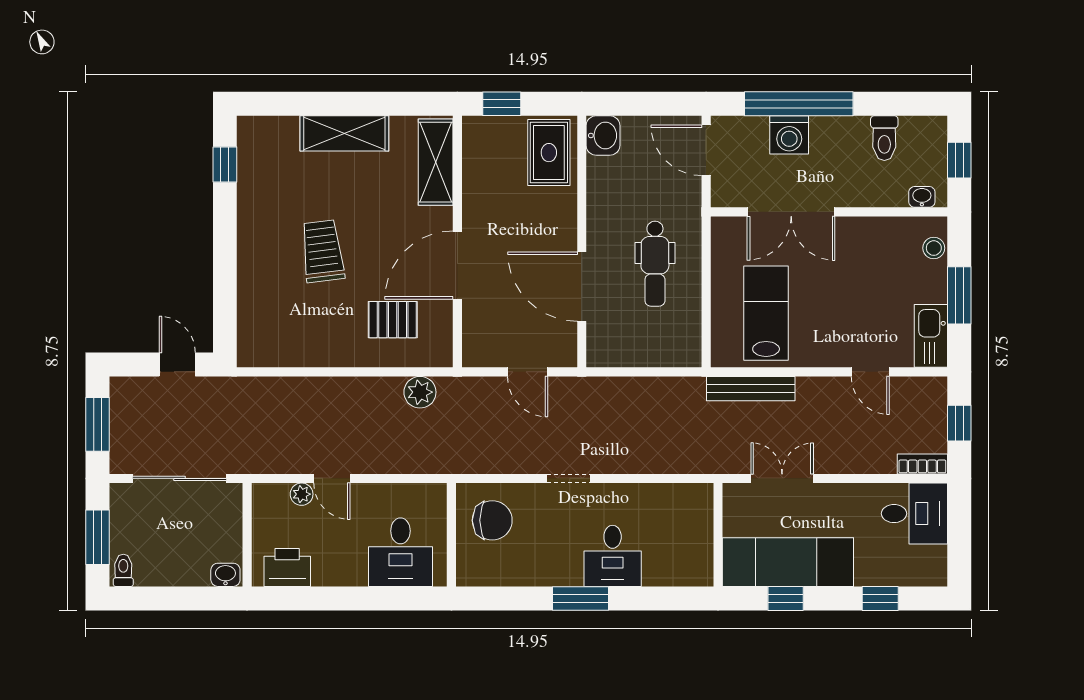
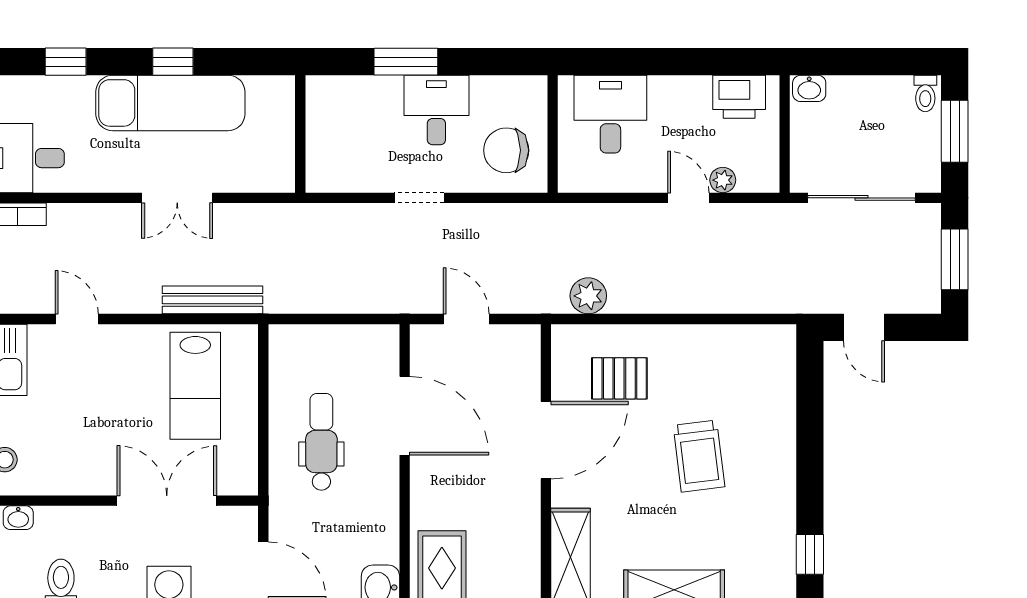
wall: (718, 535) -> (300, 134), moved
desk: (613, 556) -> (436, 110), moved

